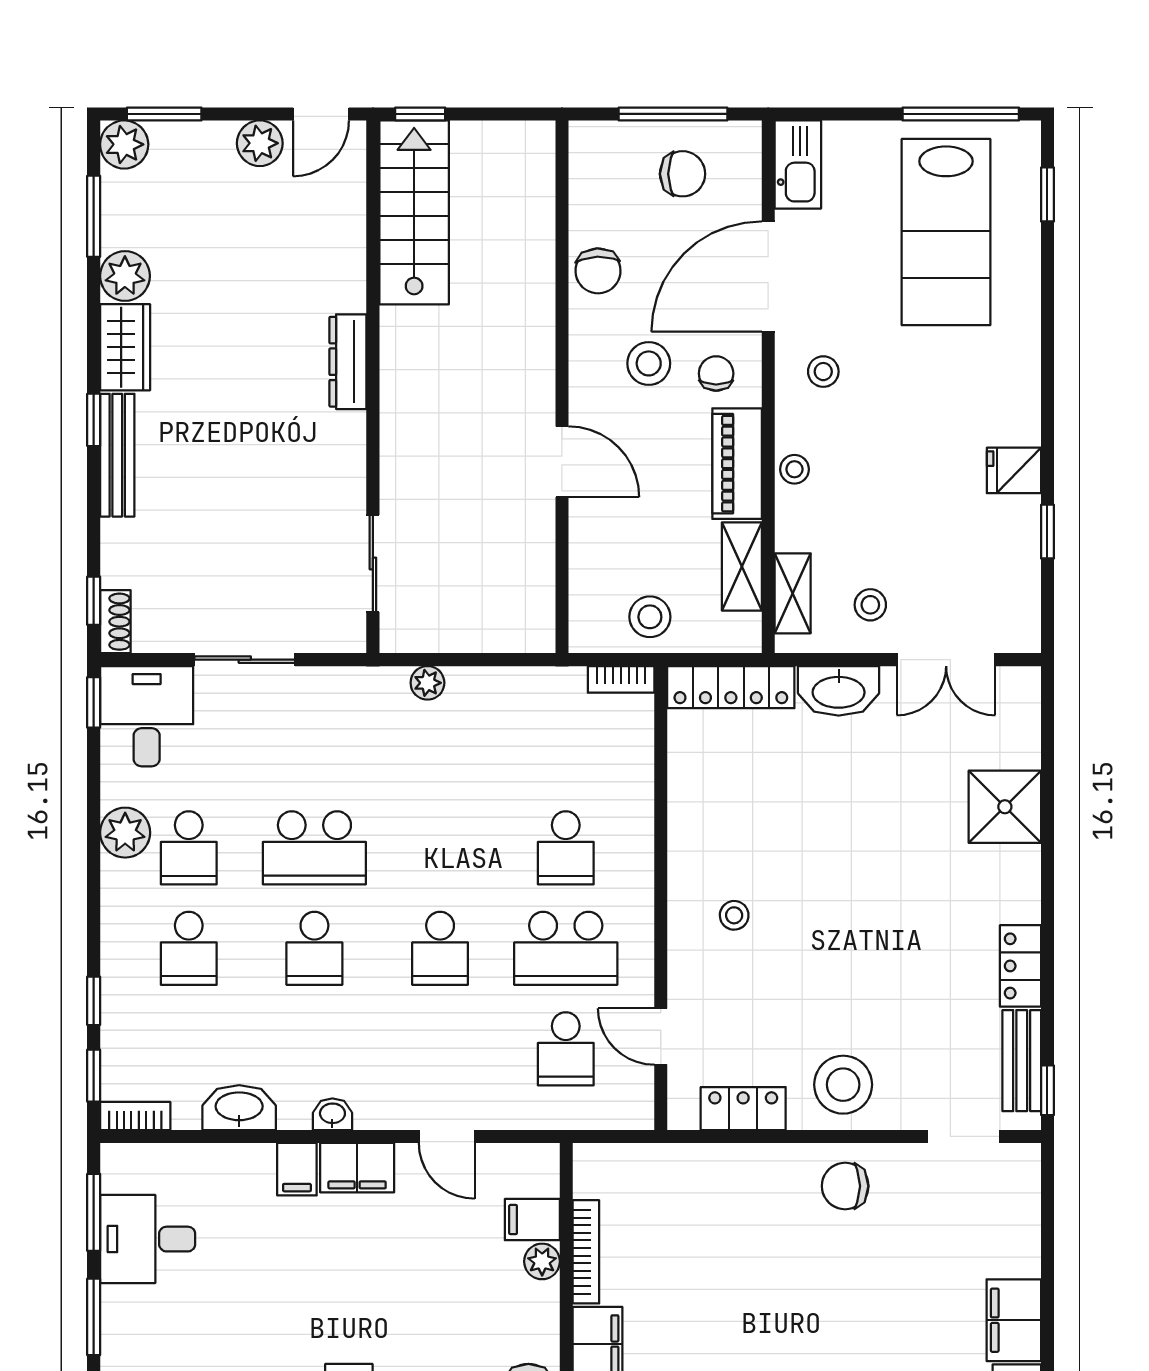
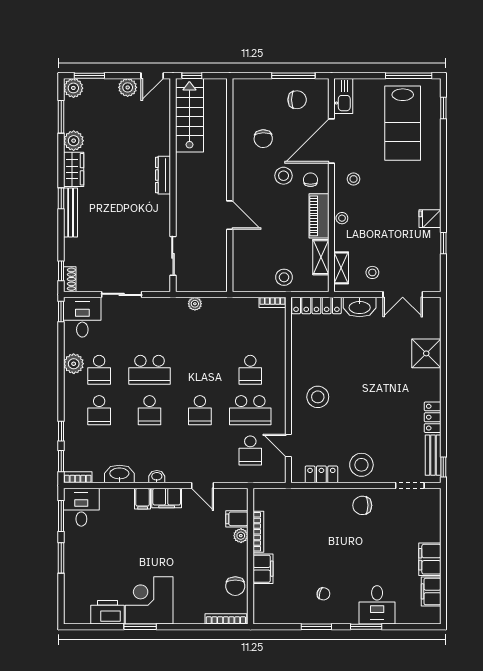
wall: (562, 387) -> (230, 185), moved
door: (562, 462) -> (230, 215), moved
stool: (734, 915) -> (318, 397), width x1.89, depth x1.89
desk: (148, 1239) -> (81, 507), moved, turned 90

